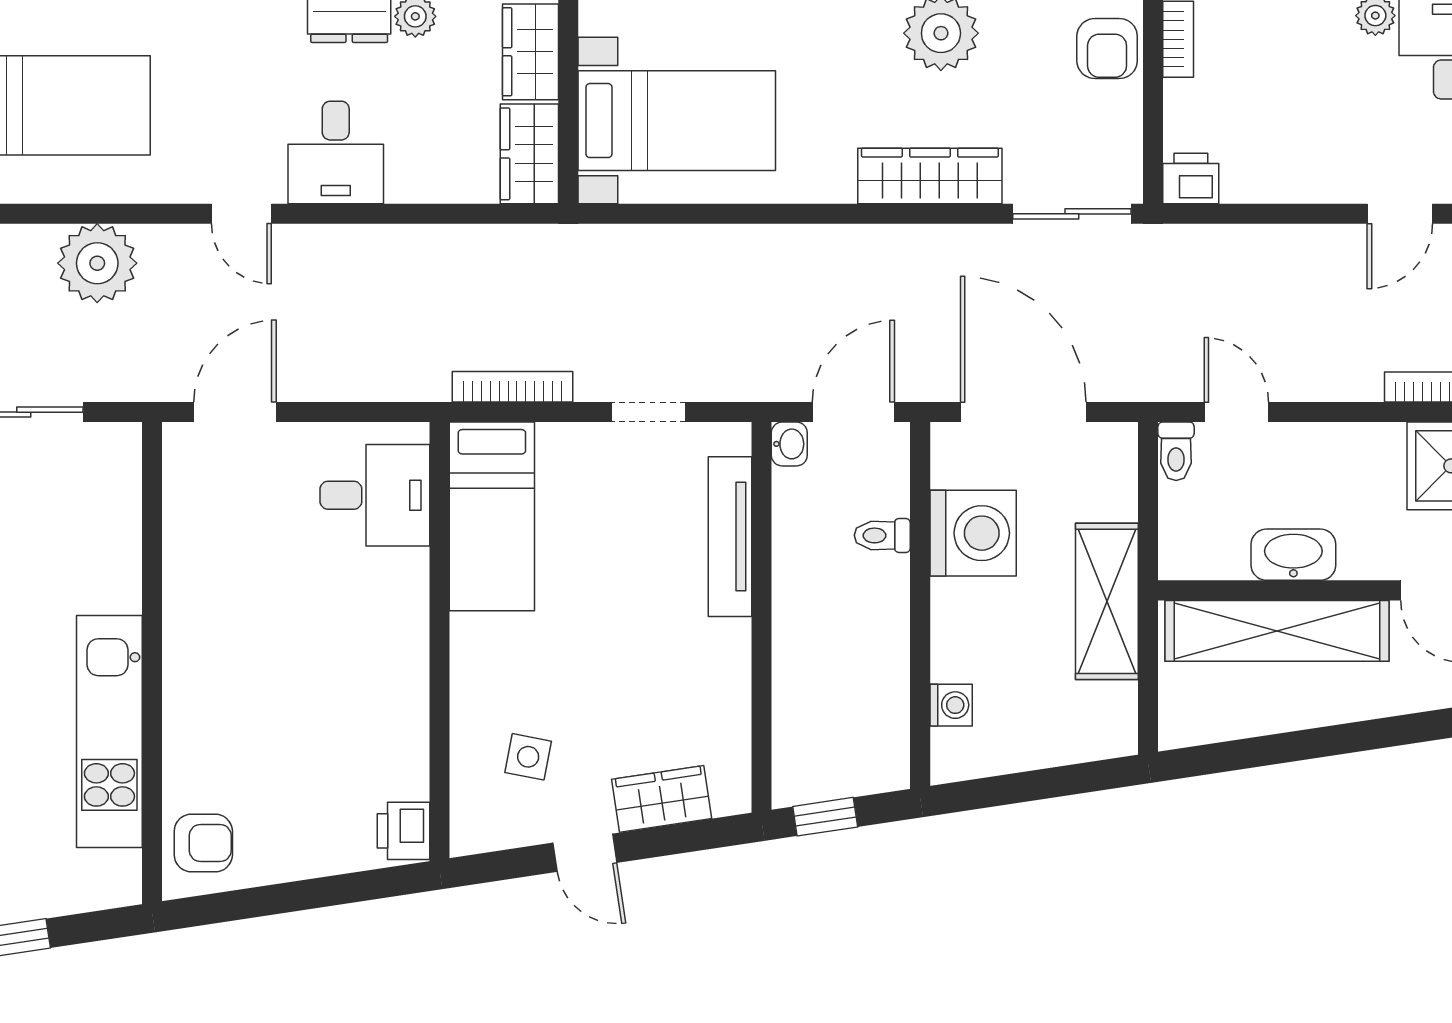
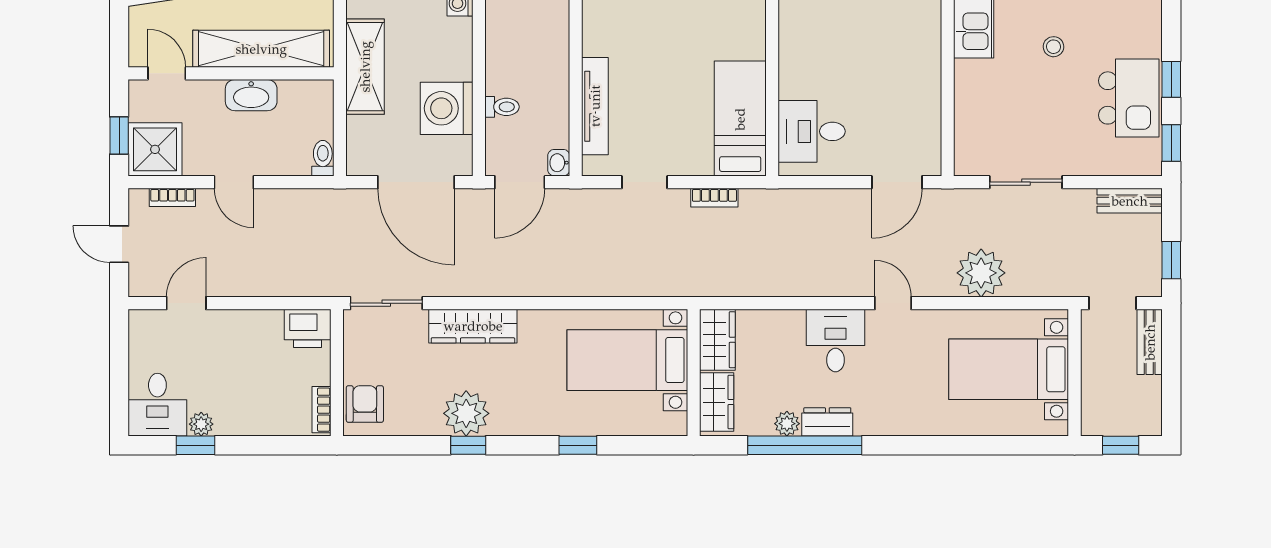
printer: (1191, 179) -> (308, 328), width x1.36, depth x1.24
bookcase: (512, 387) -> (714, 198), width x0.64
door: (1236, 412) -> (234, 182), moved

